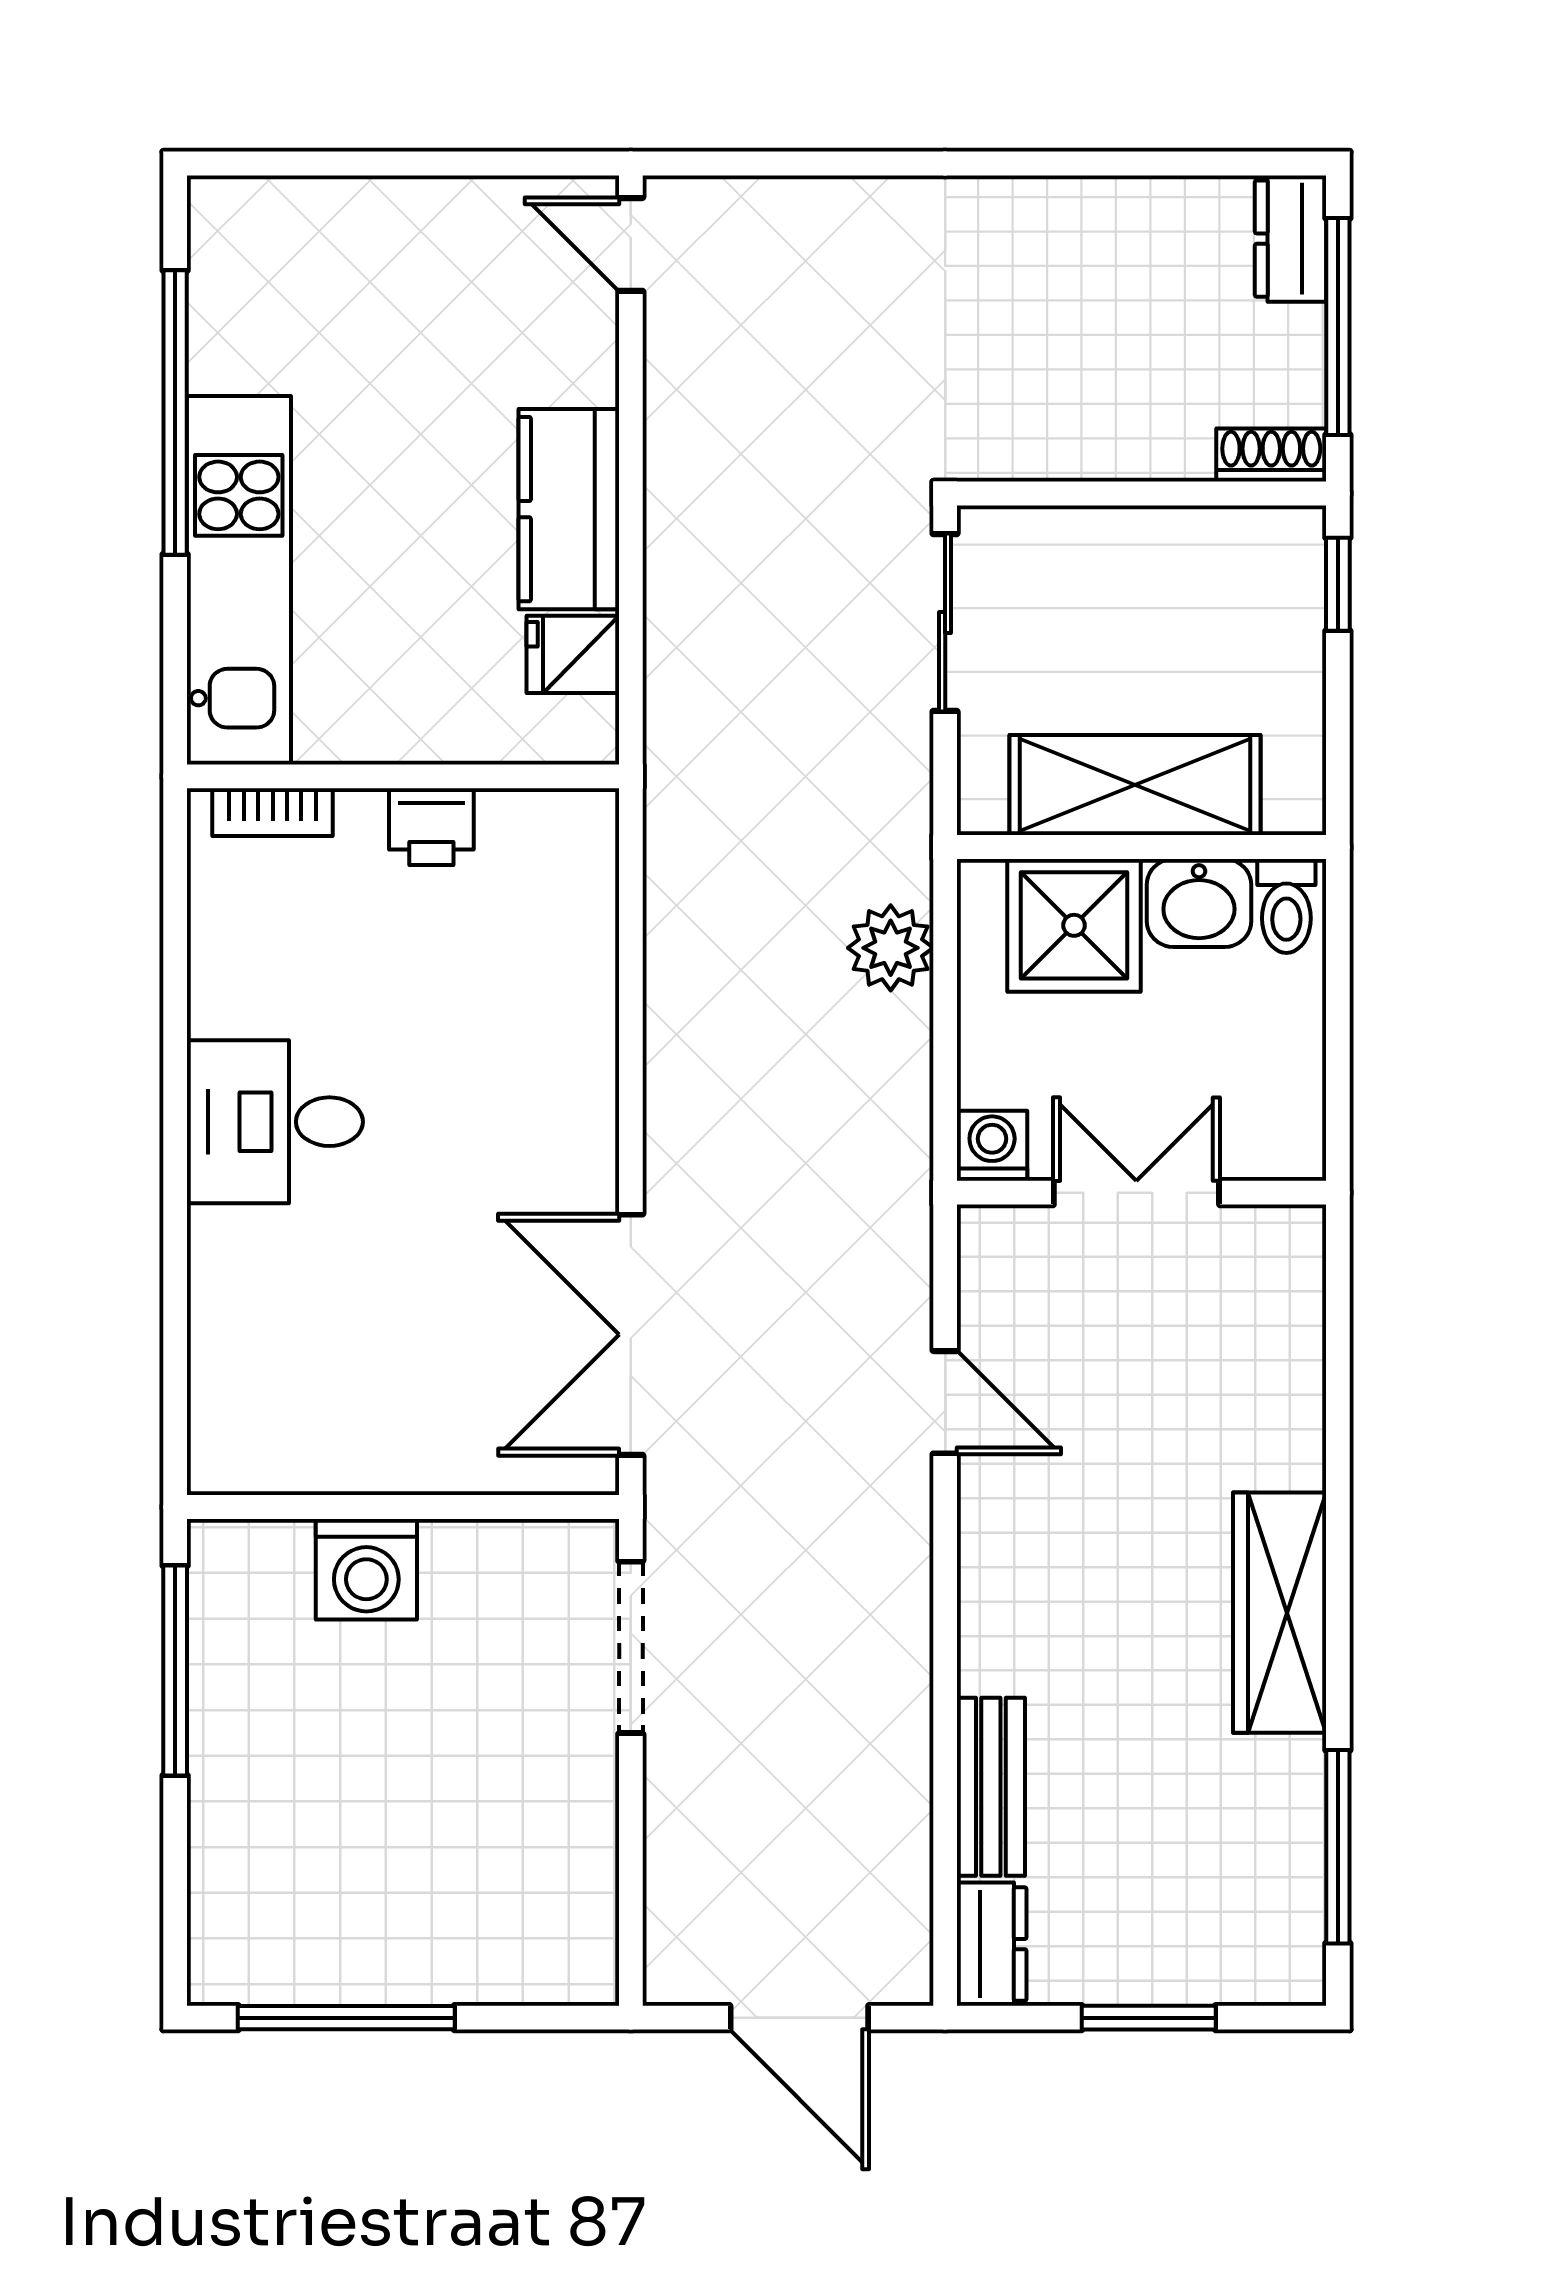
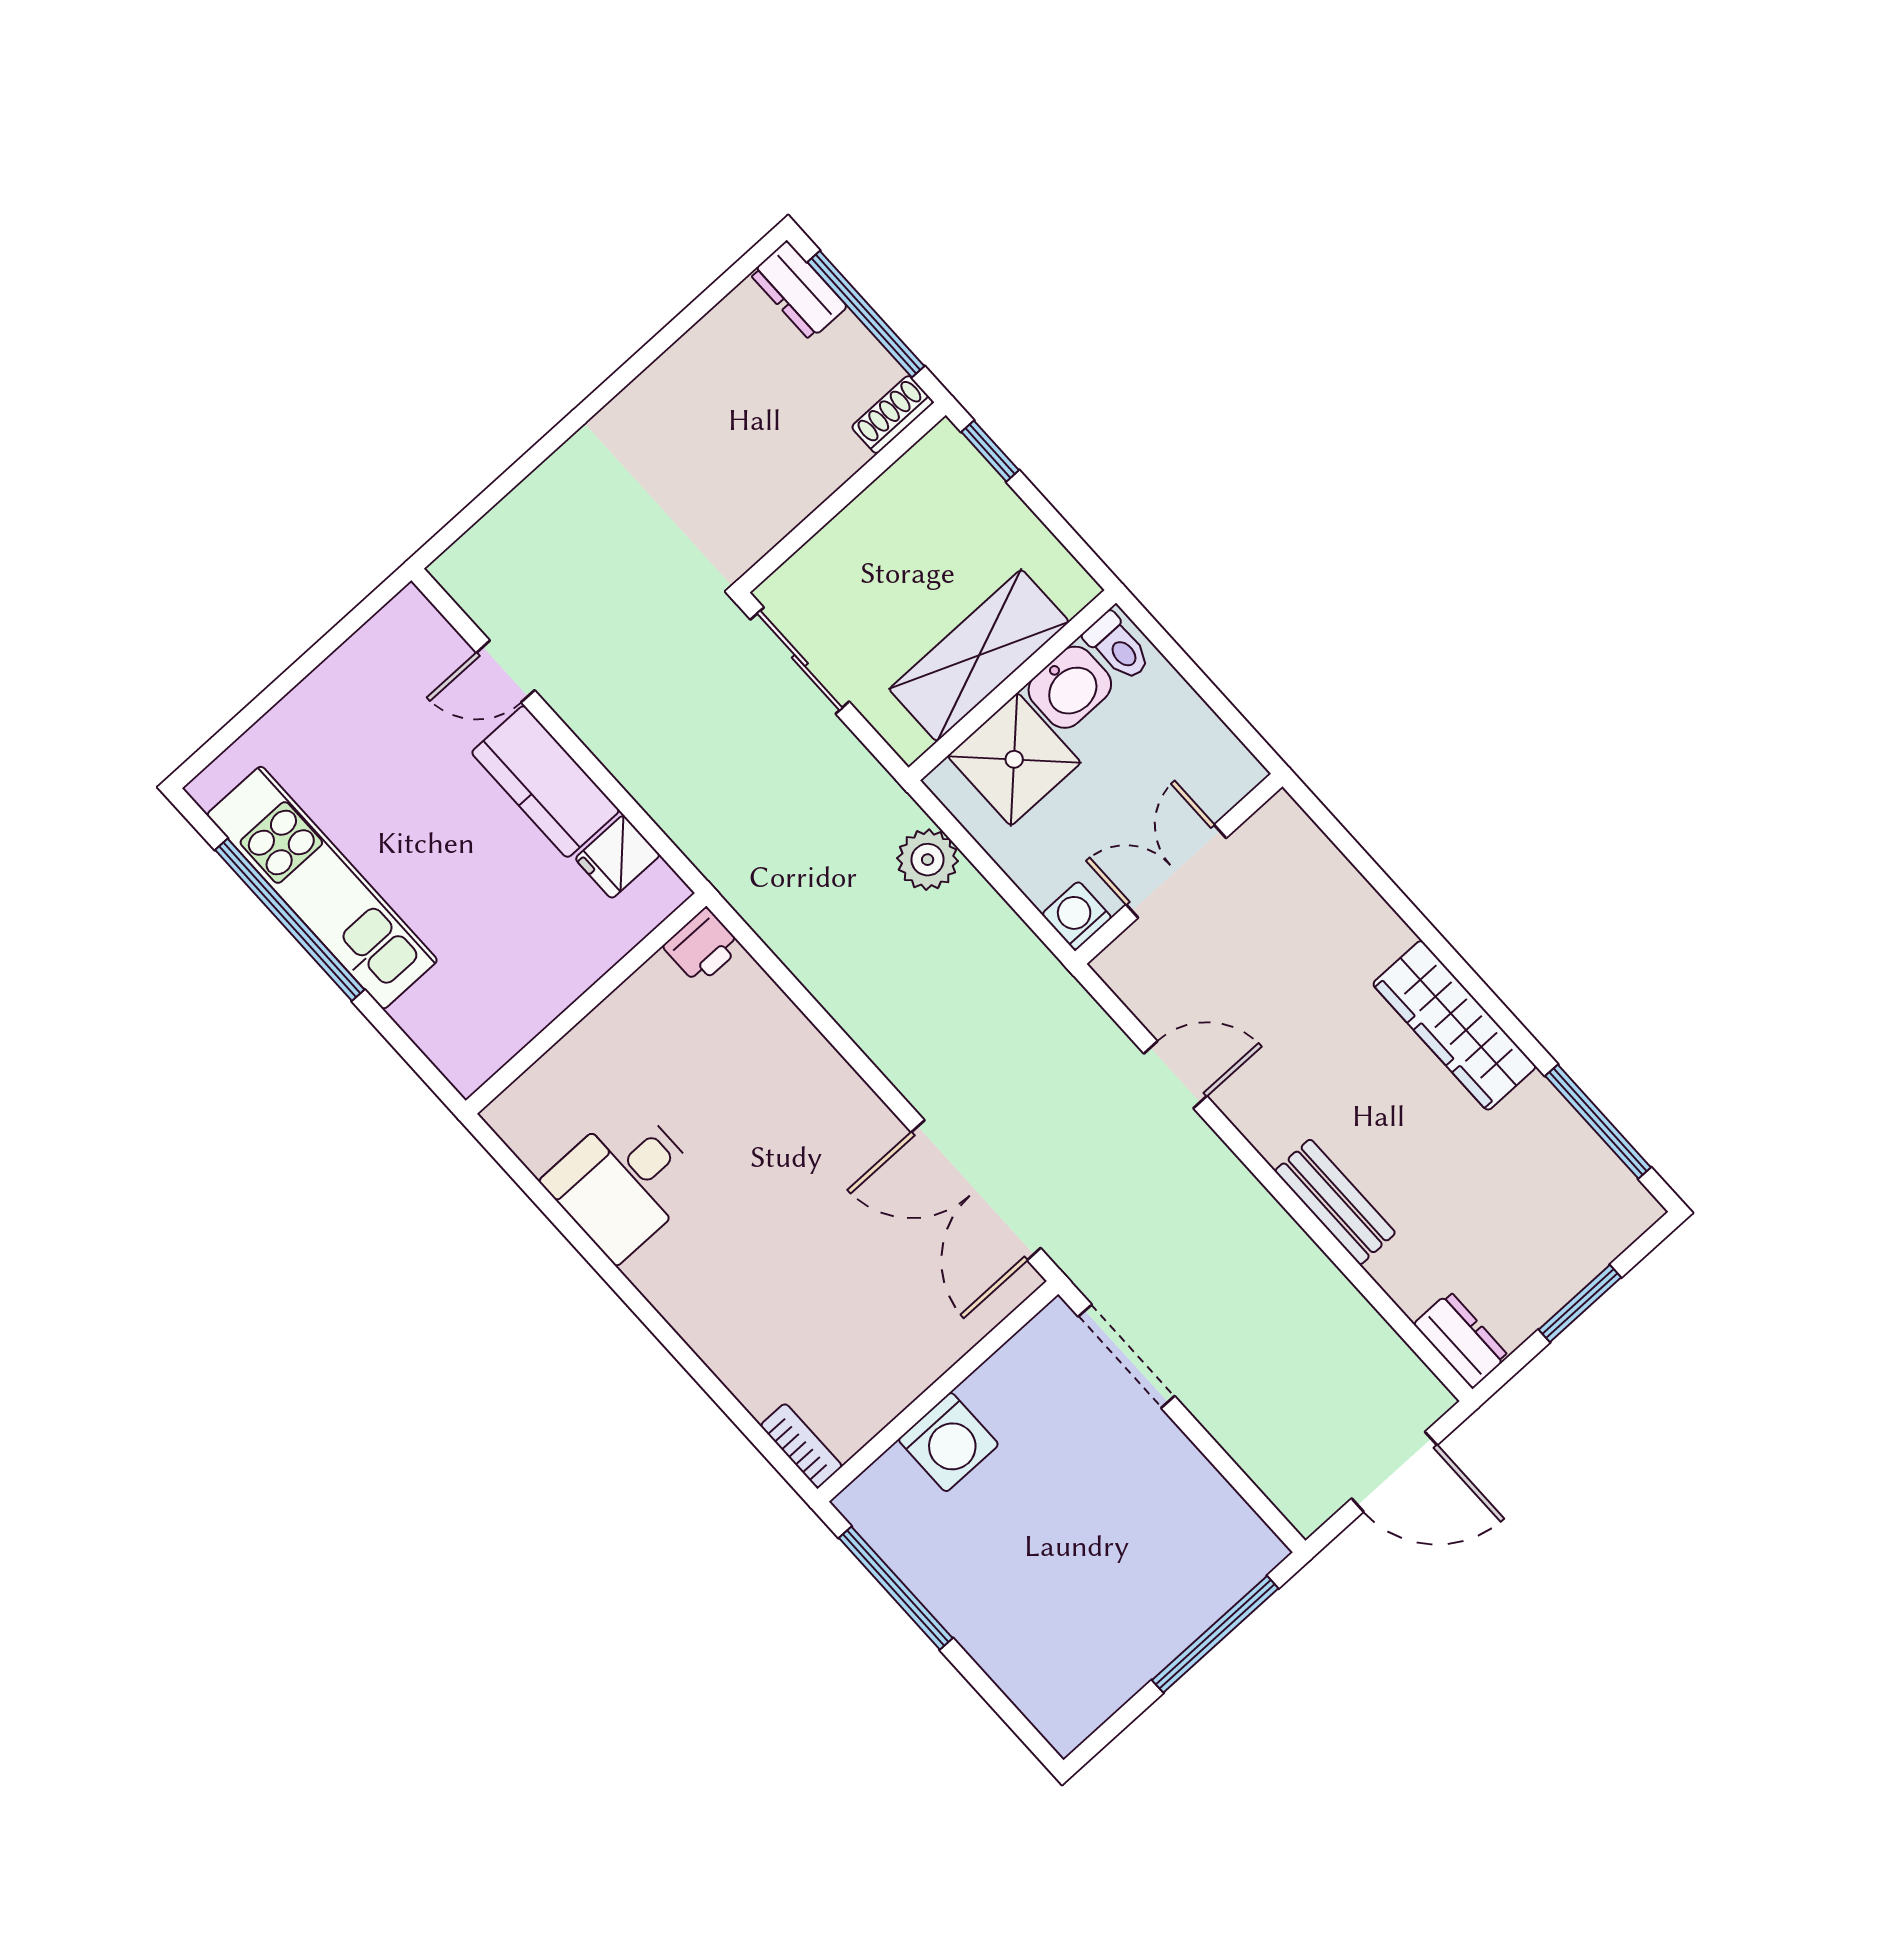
door: (631, 244) -> (506, 671), moved
kitchen unit: (239, 580) -> (322, 888), moved
bookcase: (273, 812) -> (801, 1446), moved, turned -90
printer: (431, 827) -> (702, 946), moved
desk: (275, 1122) -> (624, 1182), moved
bench: (991, 1787) -> (1335, 1202), moved
window: (346, 2018) -> (1215, 1634), moved

